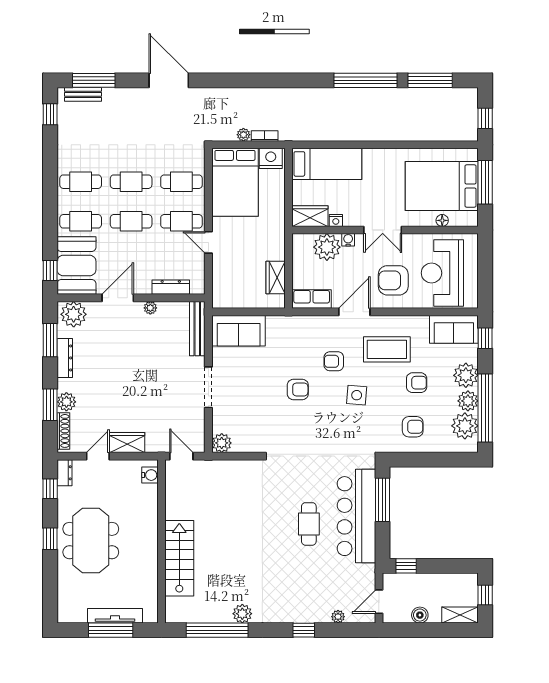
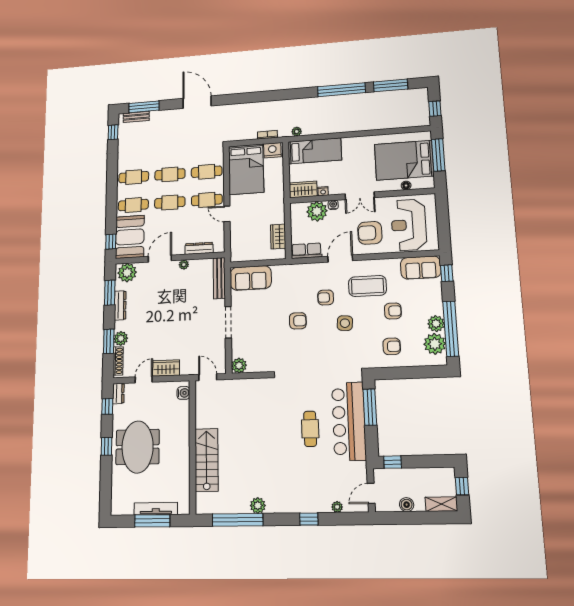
plant: (243, 135) -> (297, 132), moved
plant: (466, 375) -> (433, 303), removed

